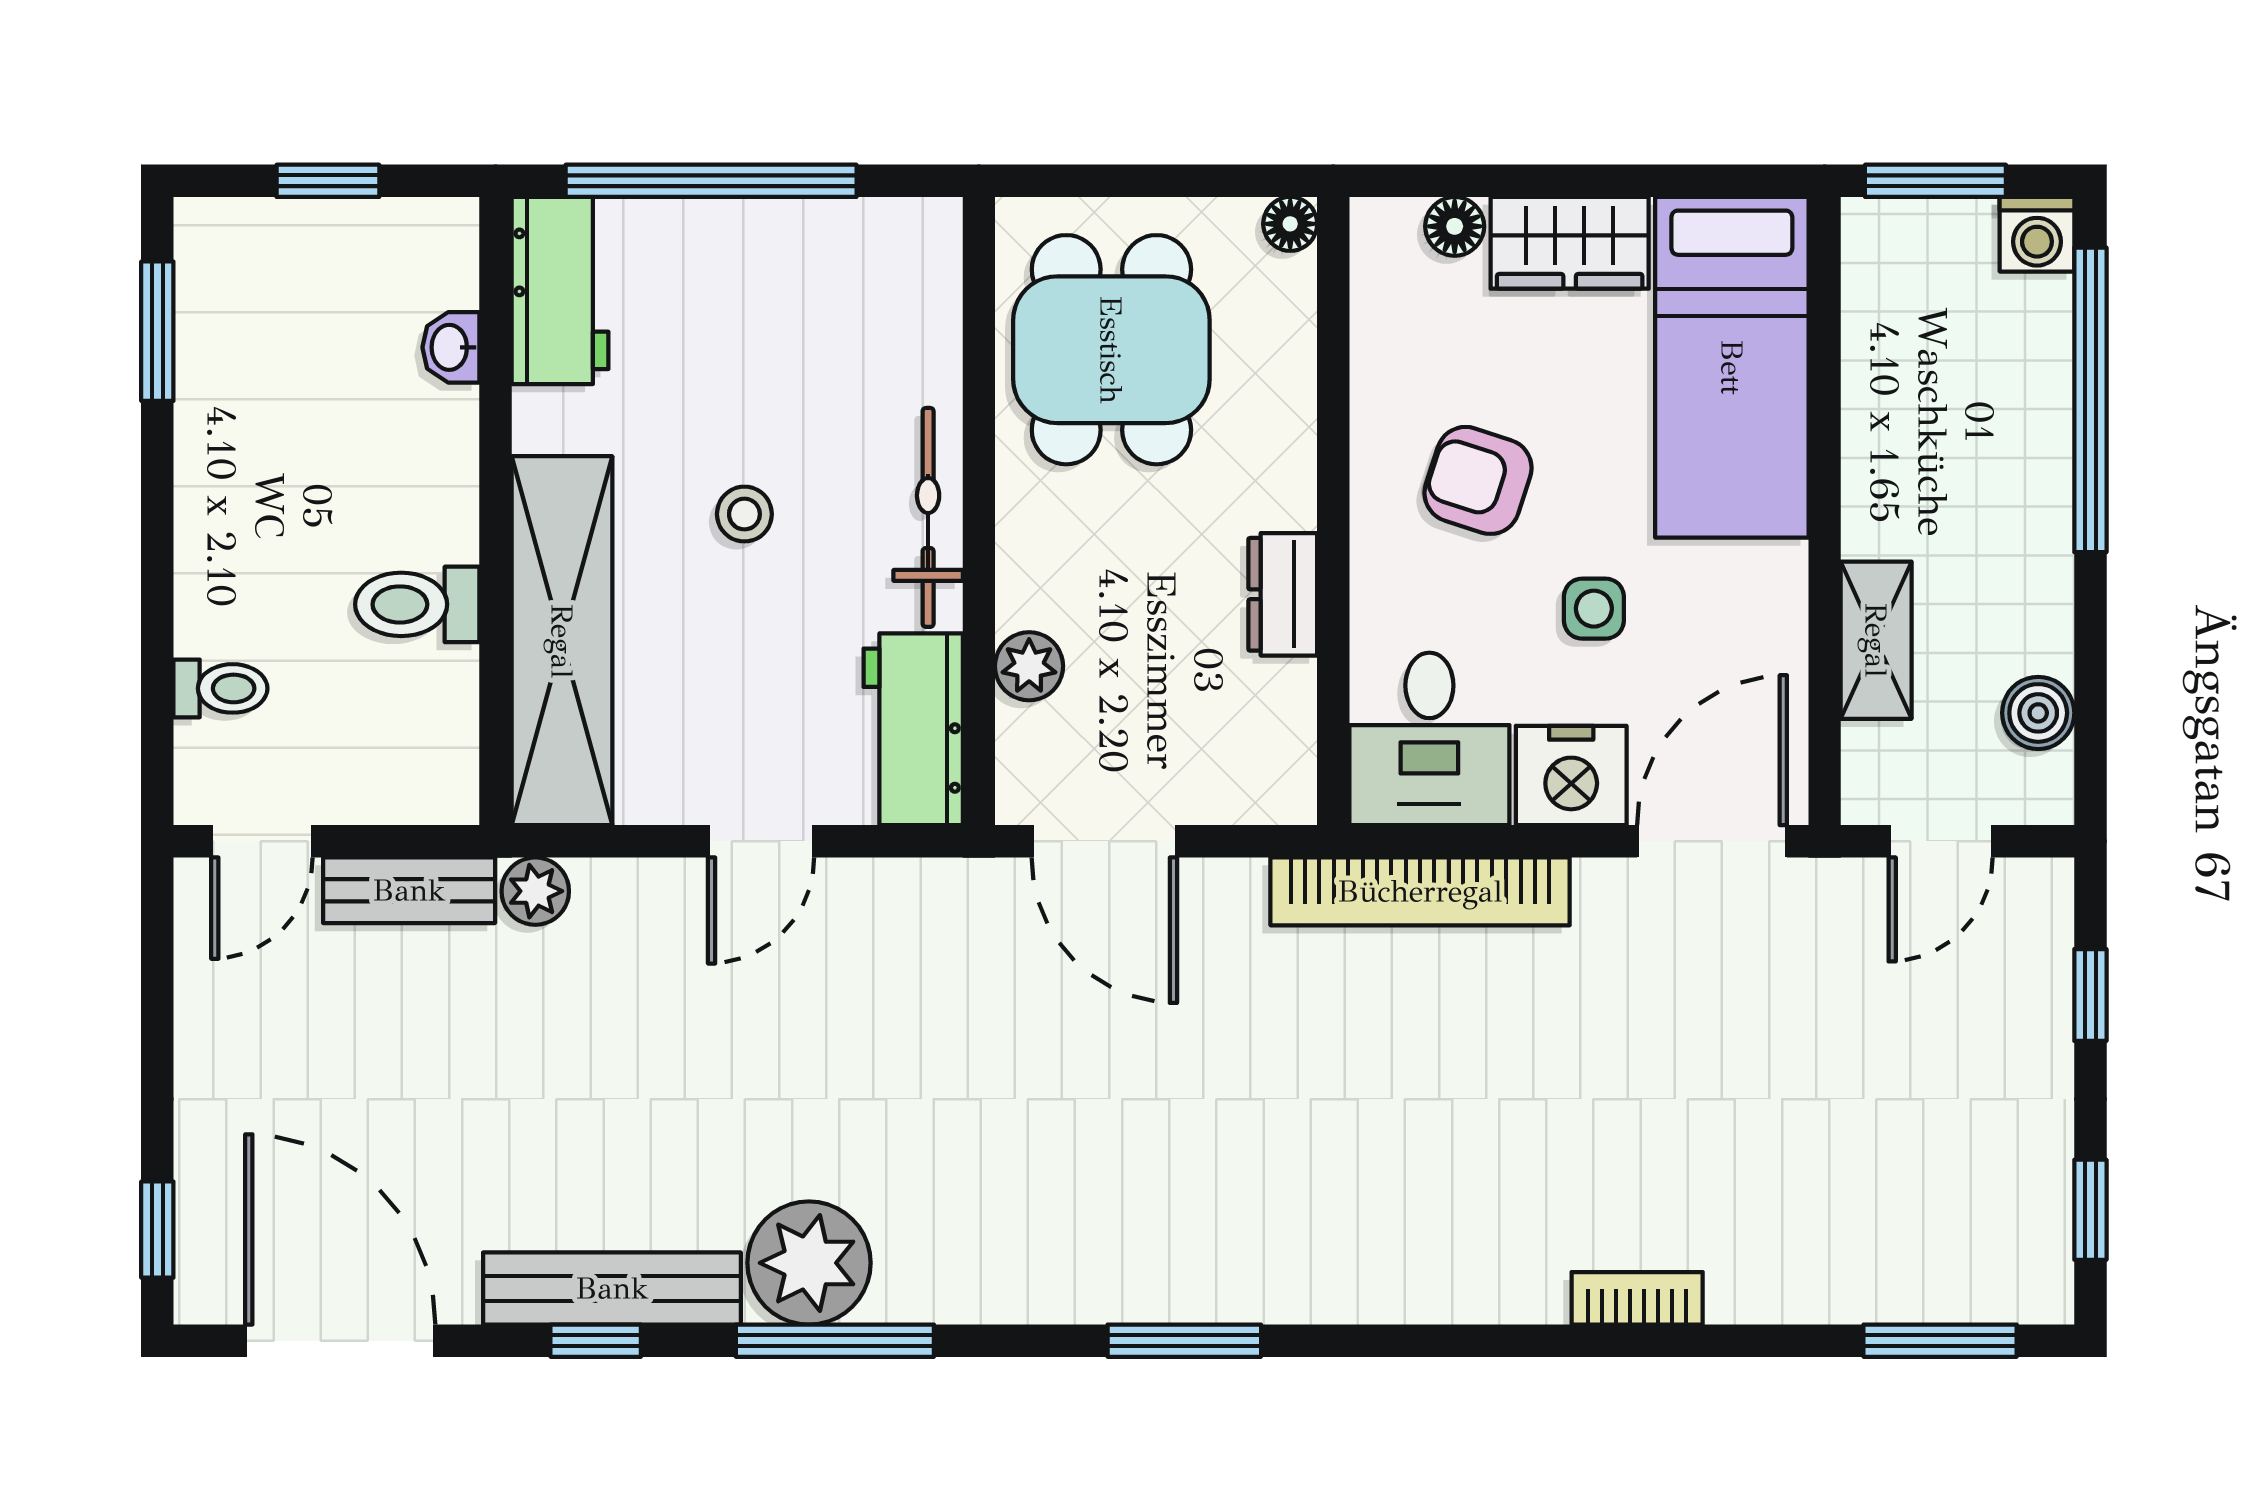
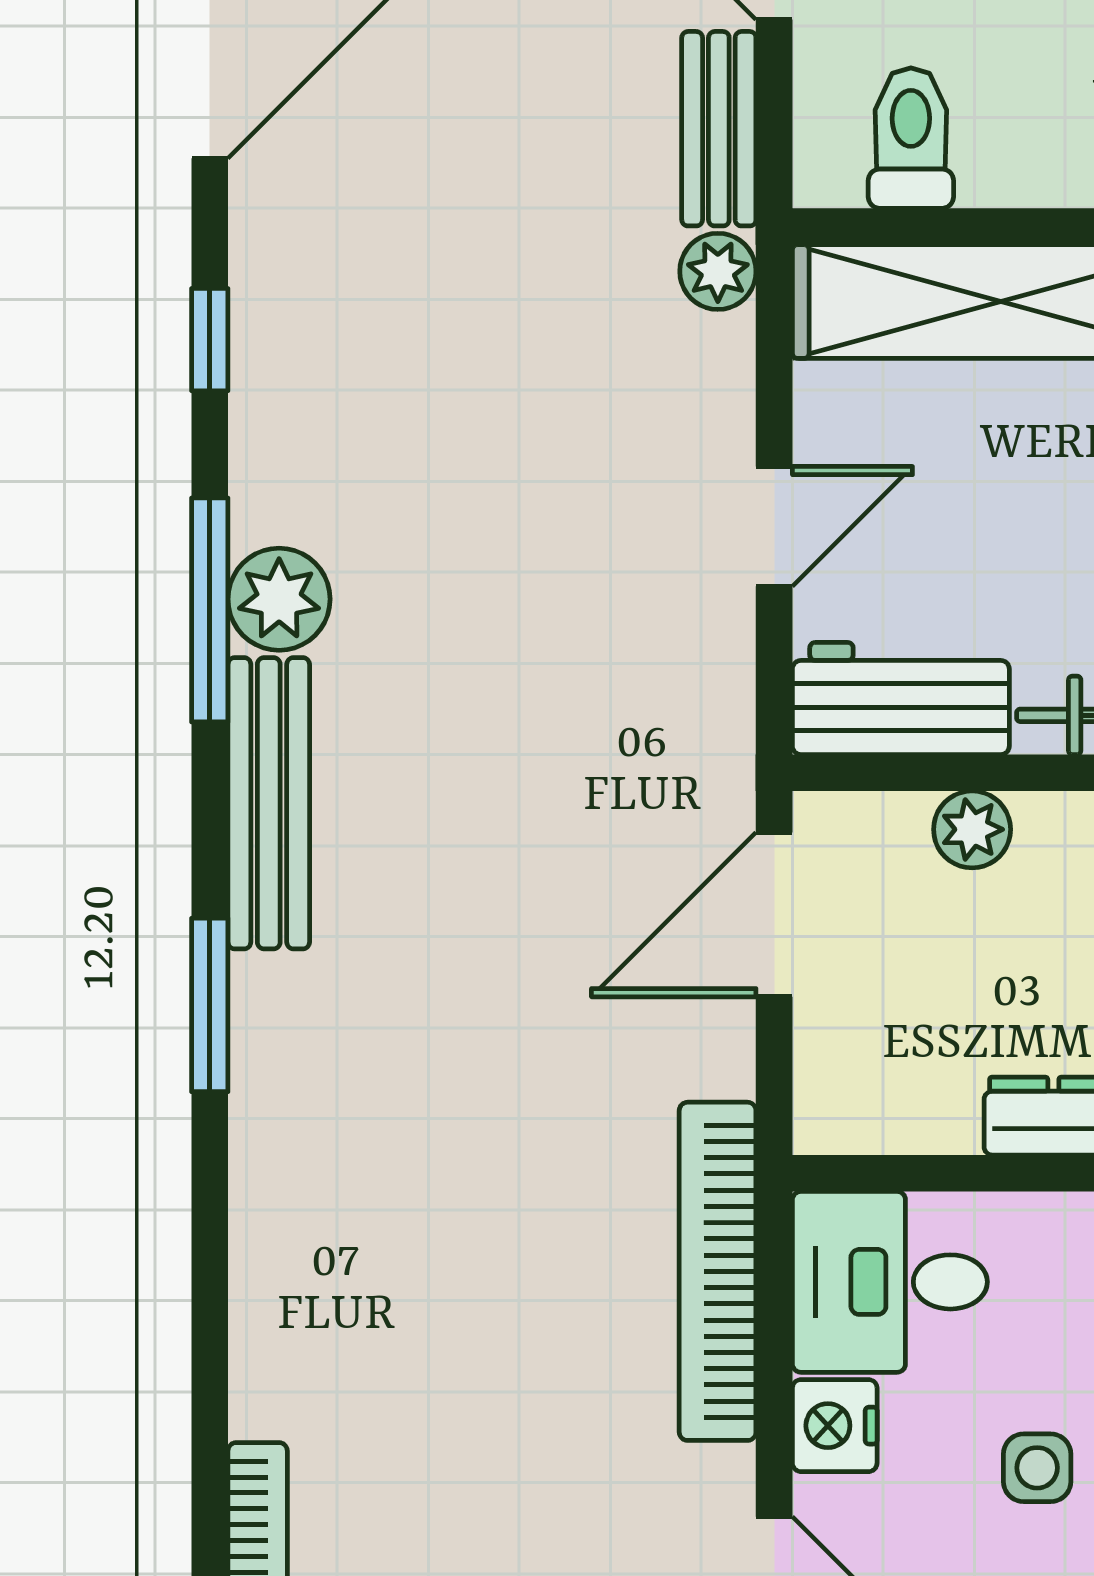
toilet: (417, 604) -> (911, 138), moved
nightstand: (1571, 776) -> (835, 1426), width x0.74, depth x0.75
door: (761, 841) -> (774, 526), swing flipped
plant: (809, 1263) -> (279, 599), width x0.73, depth x0.73
bench: (612, 1288) -> (269, 803), moved

